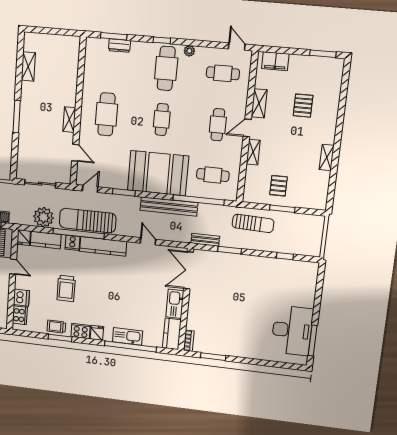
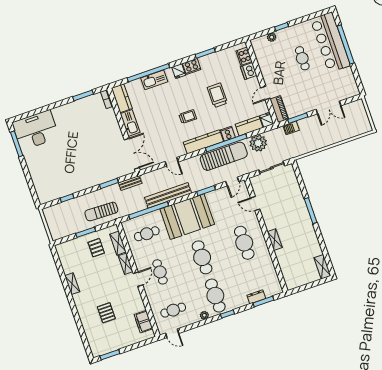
filing cabinet: (275, 61) -> (143, 322), moved, turned -90
shelving: (28, 66) -> (322, 267), moved
shelving: (259, 103) -> (118, 243), moved
cafe table: (162, 119) -> (202, 257), width x1.37, depth x1.35
shelving: (69, 120) -> (275, 240), moved
door: (13, 267) -> (265, 93), hinge flipped
trolley: (56, 327) -> (188, 117), moved
desk: (292, 330) -> (36, 130), moved, turned 90

